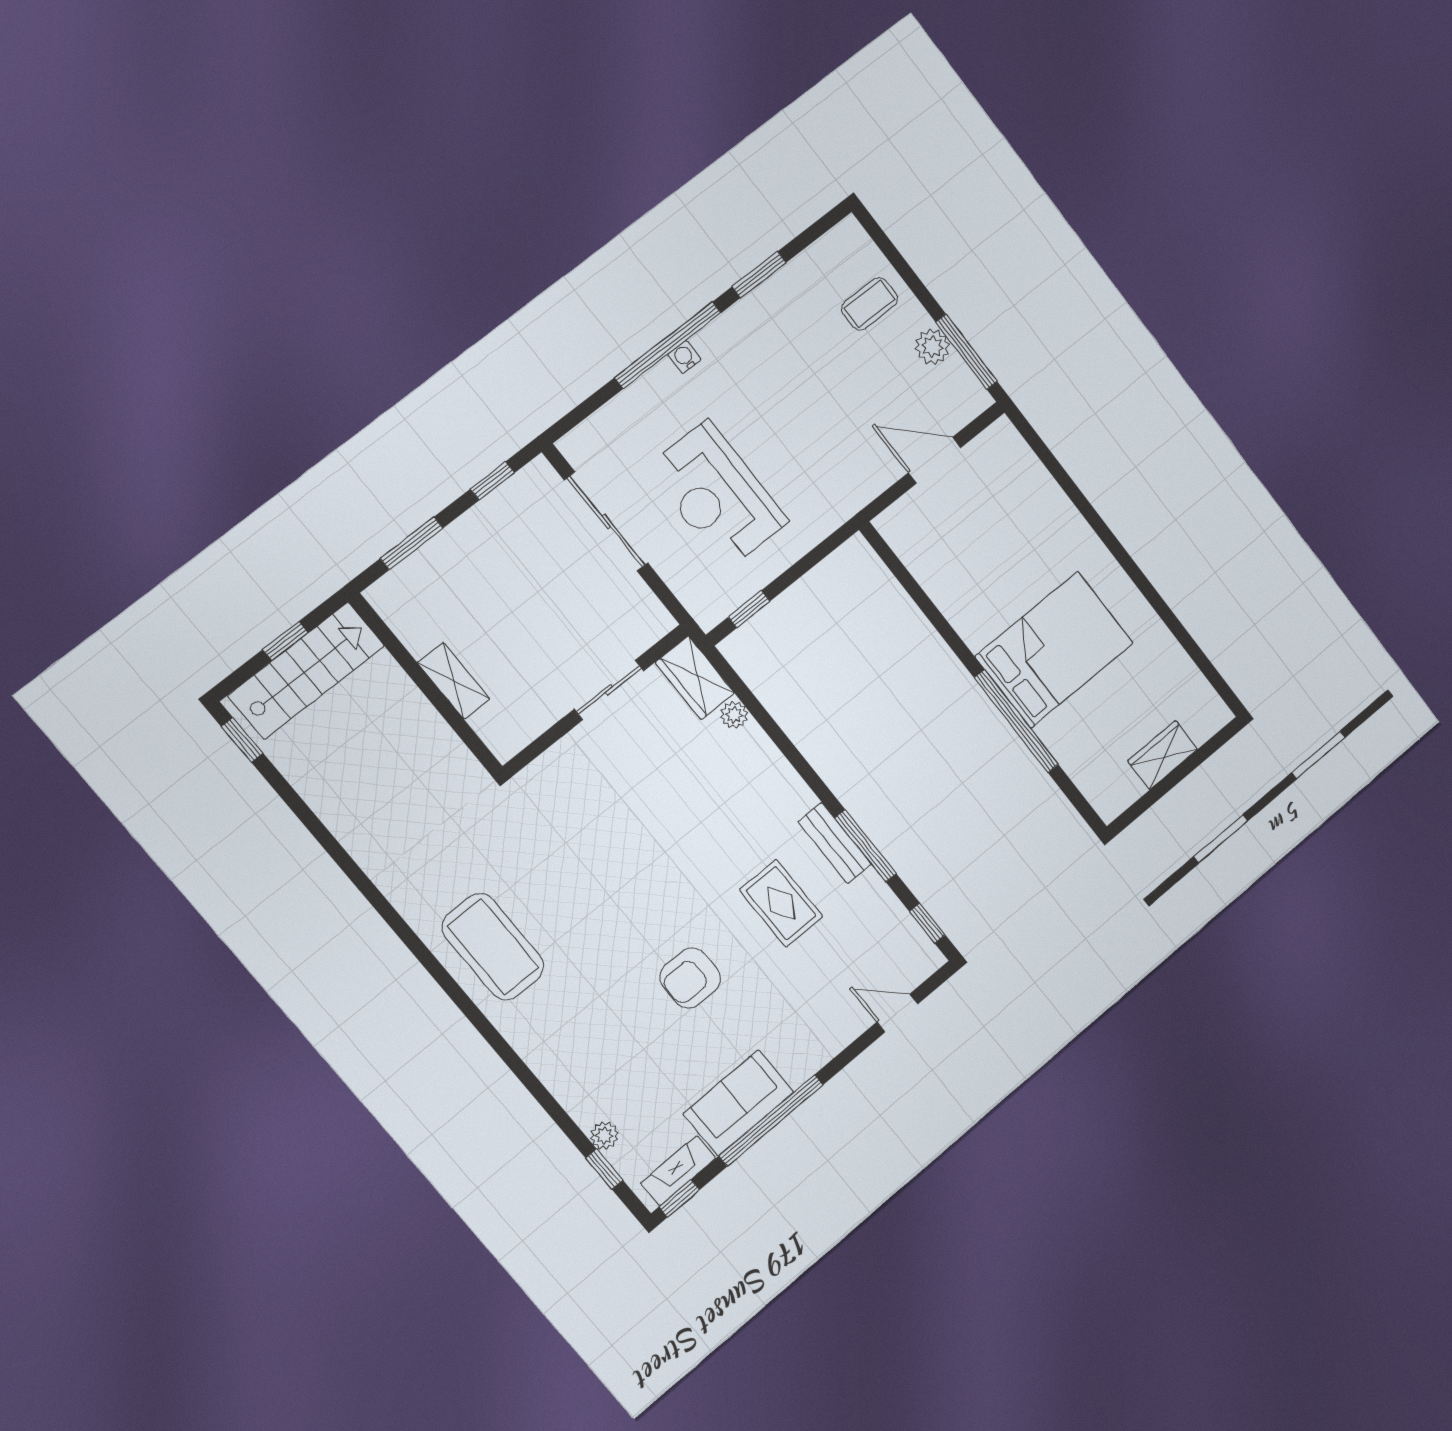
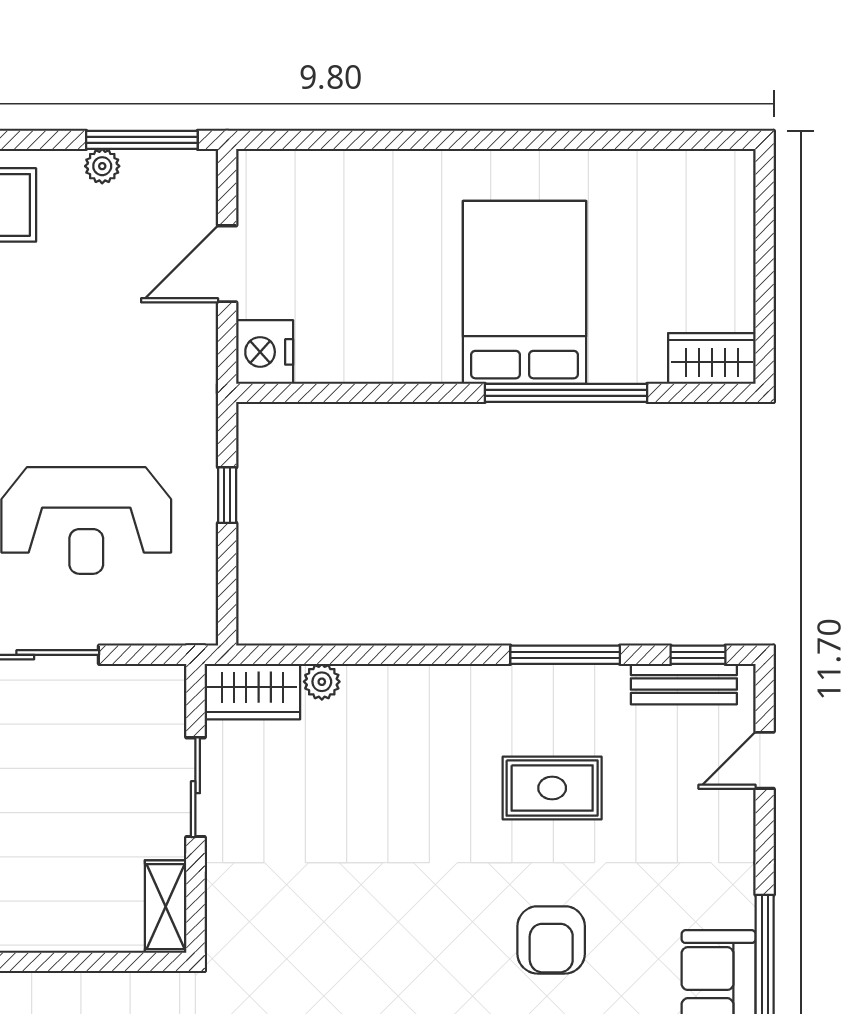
plant: (932, 347) -> (102, 166), width x0.73, depth x0.73
nightstand: (901, 524) -> (265, 352), added
window: (749, 609) -> (227, 495), moved
shelving: (454, 681) -> (166, 907), moved, turned 90
wardrobe: (1163, 755) -> (712, 358), moved, turned 90
bench: (835, 843) -> (684, 684), moved

